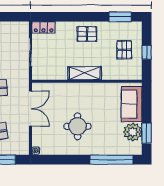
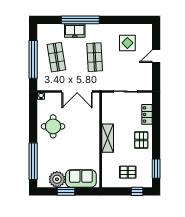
locker: (44, 27) -> (147, 114), moved
window: (147, 52) -> (137, 191), moved
round table: (77, 126) -> (53, 126), moved
window: (147, 133) -> (66, 191), moved

